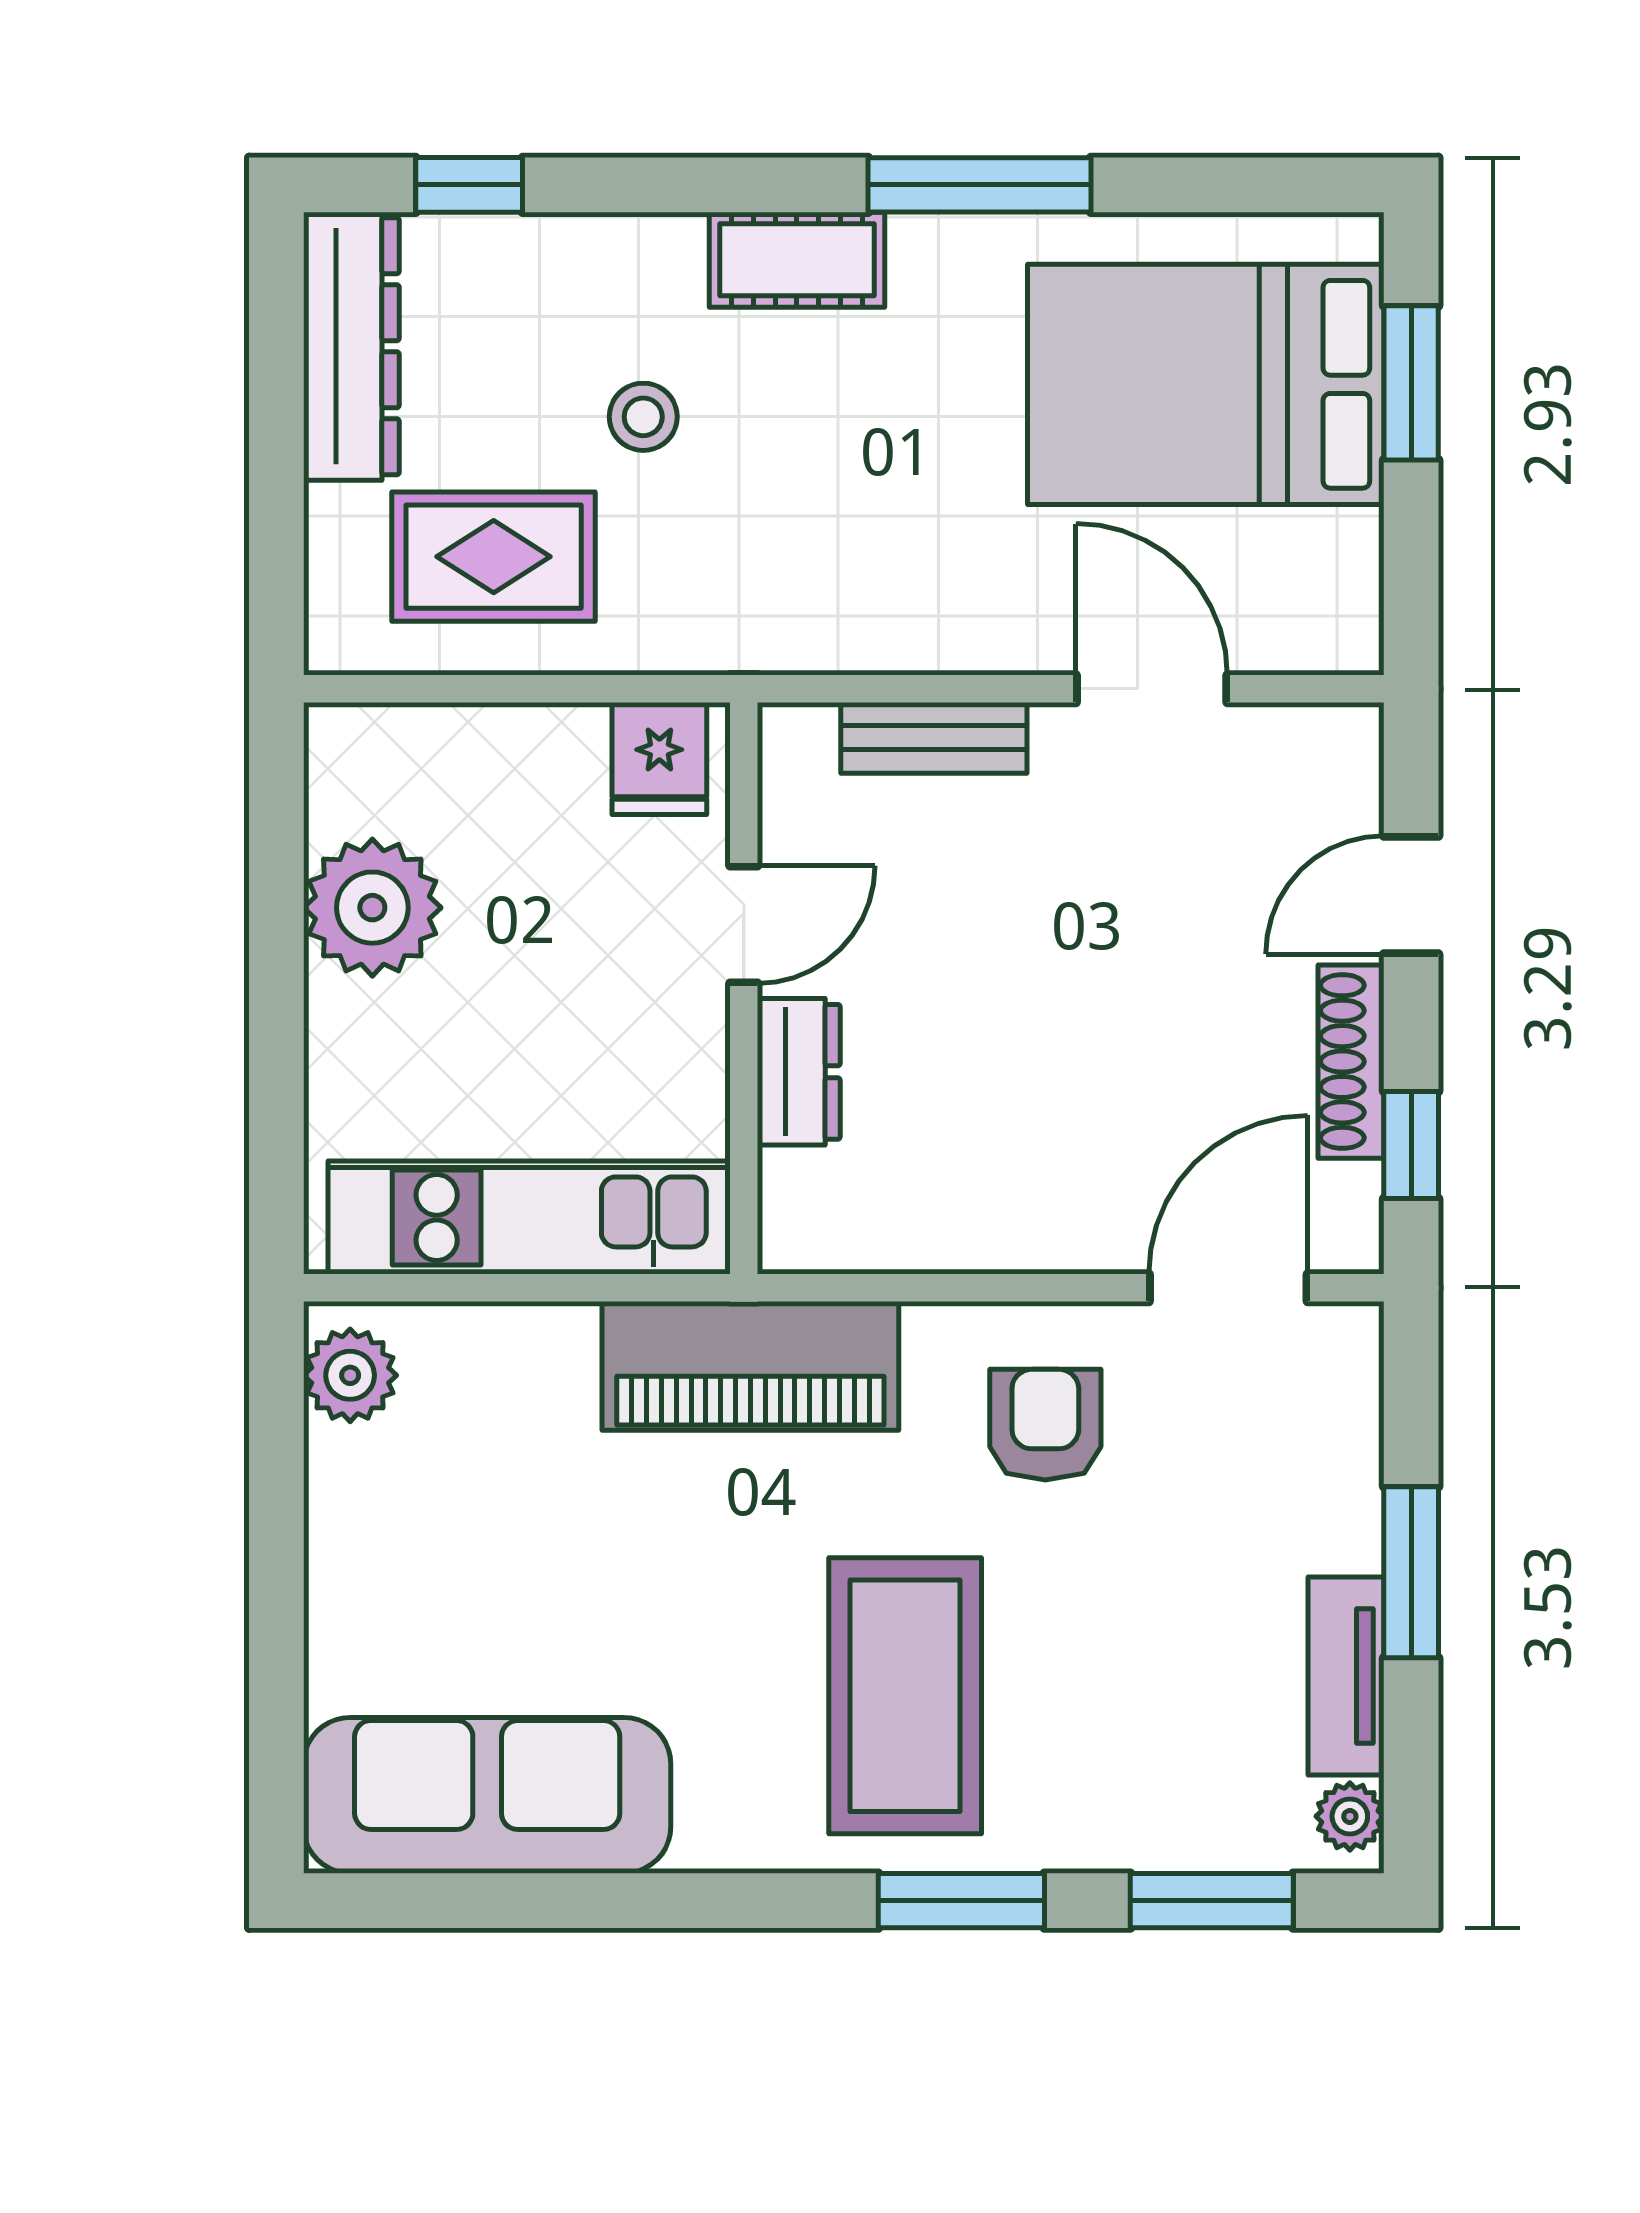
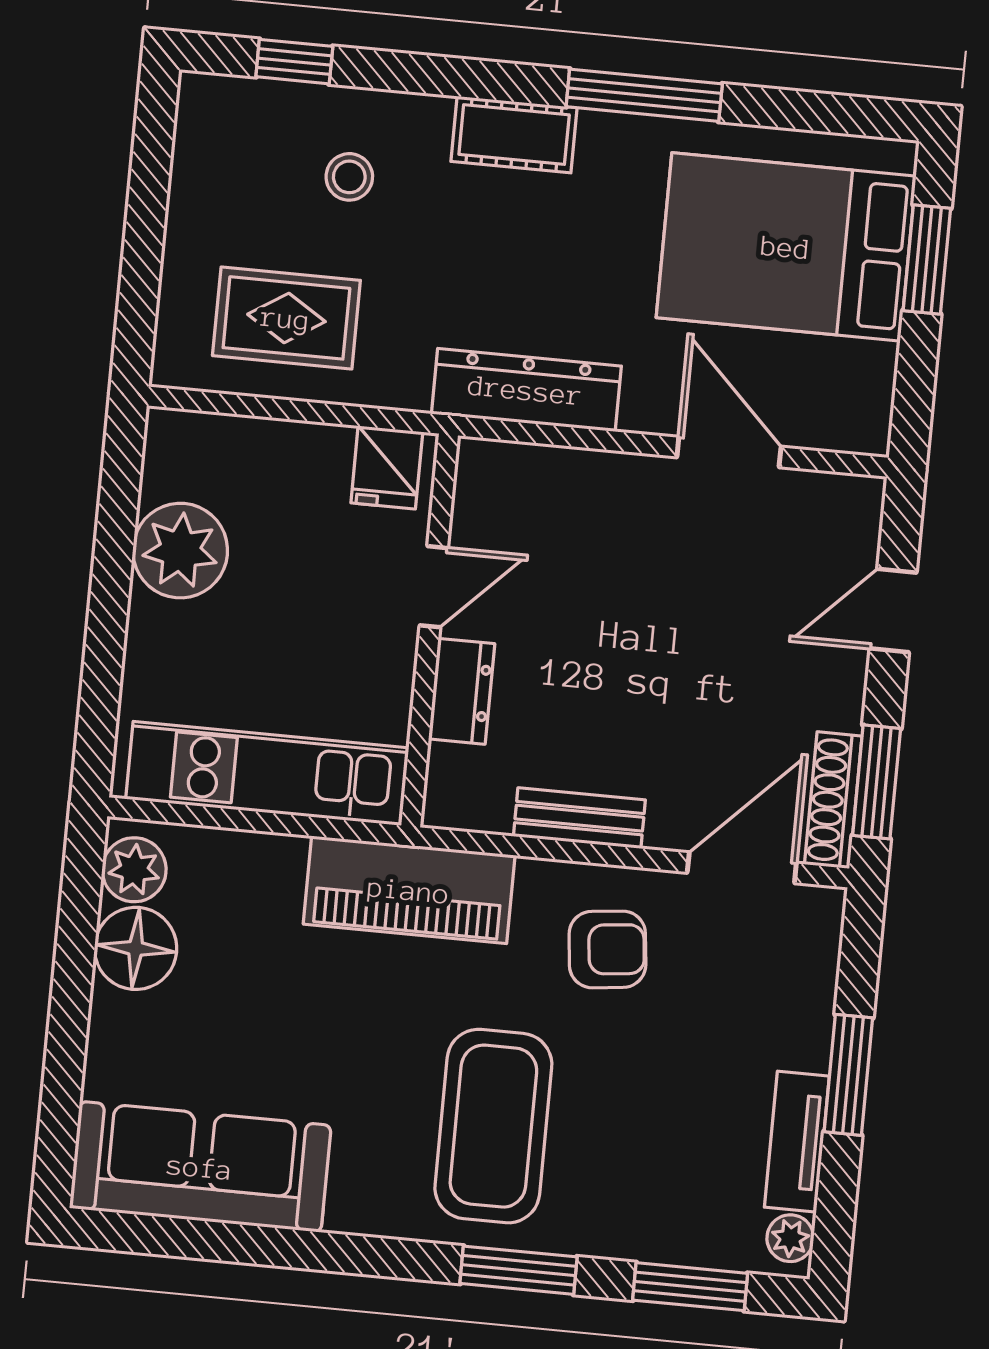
dresser: (351, 346) -> (526, 390), moved, turned -90
stool: (643, 417) -> (349, 177), moved
bench: (934, 738) -> (579, 818), moved
shoe rack: (1351, 1062) -> (833, 800), moved
window: (1411, 1145) -> (877, 782), width x1.50
armchair: (1045, 1425) -> (607, 949), turned 84
floor lamp: (363, 1489) -> (136, 948), added

